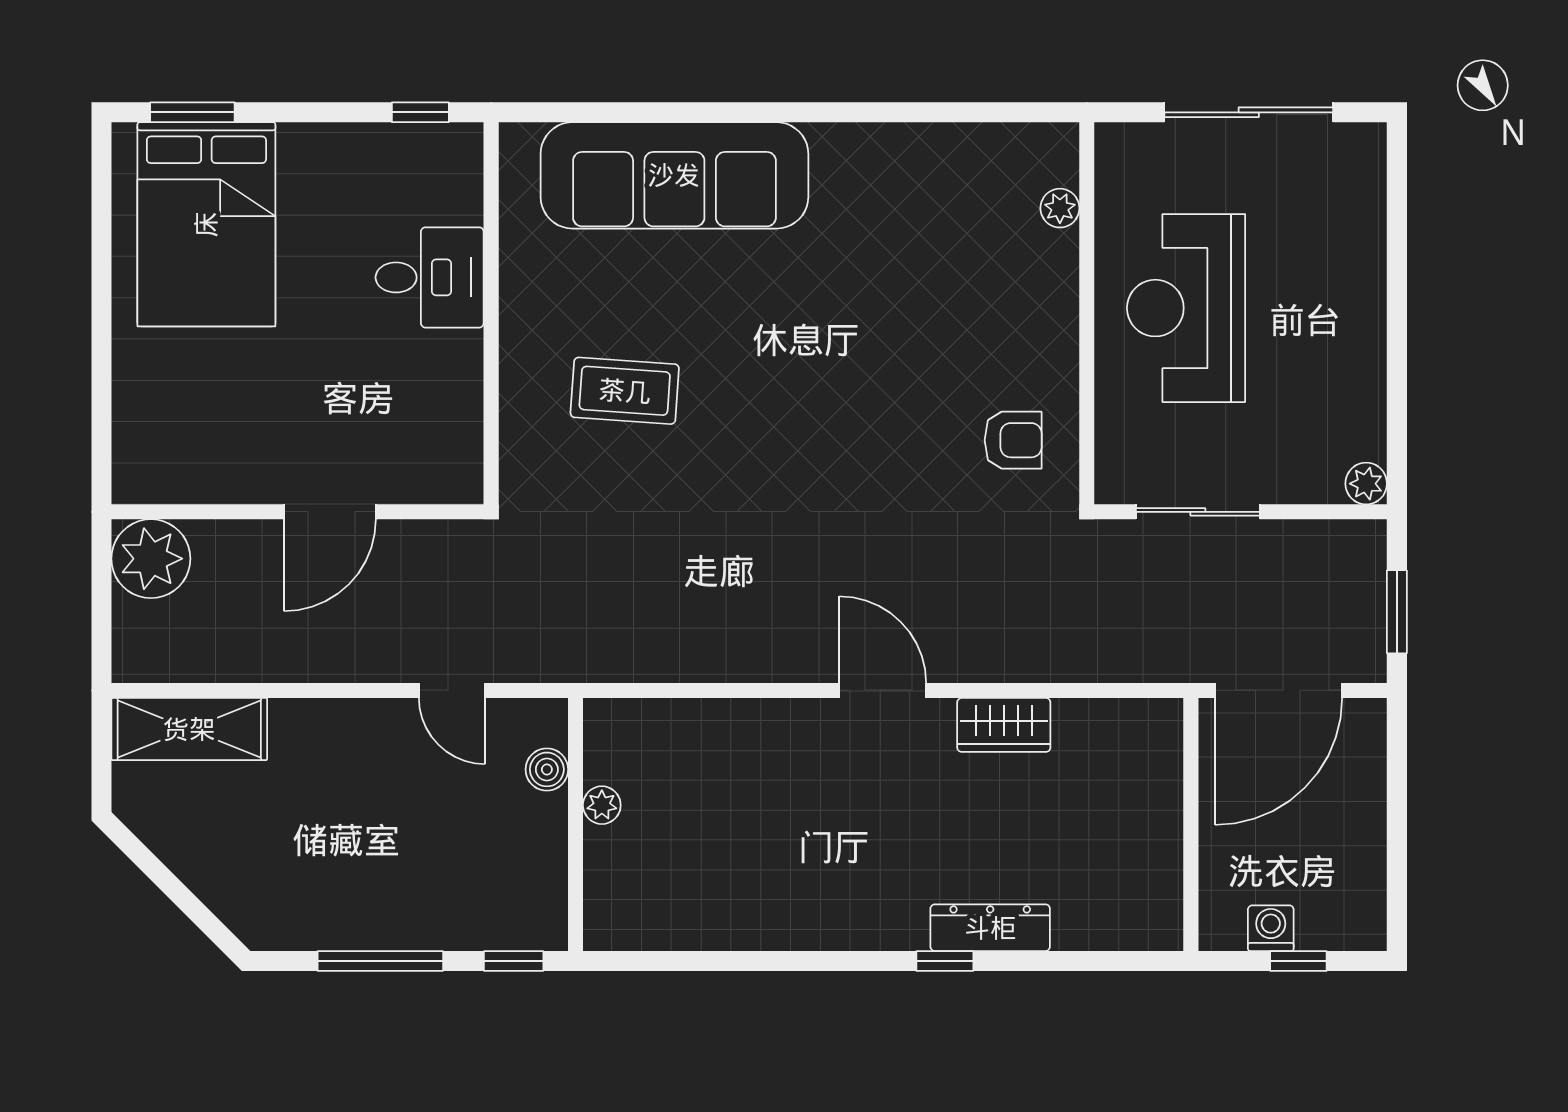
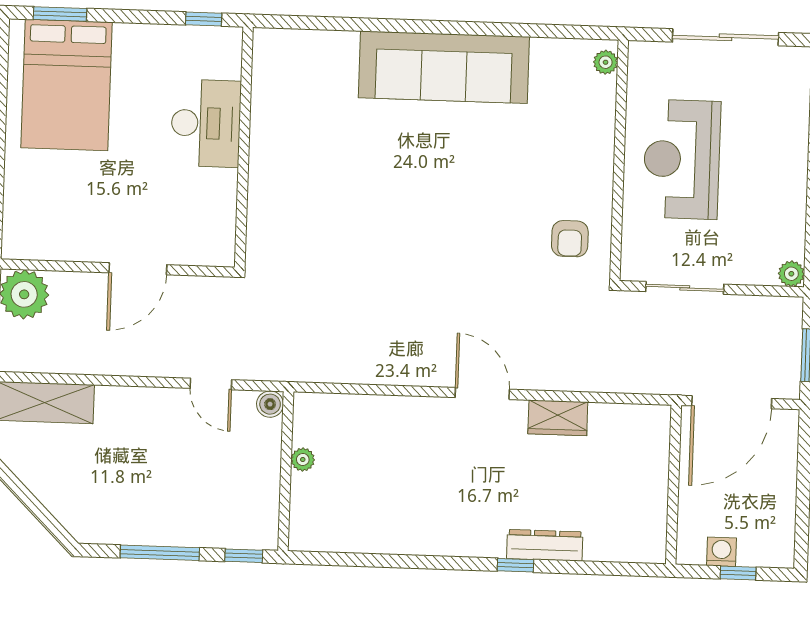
sofa: (674, 175) -> (444, 67), moved
plant: (1060, 208) -> (606, 62), moved
desk: (430, 277) -> (206, 123), width x1.37
coffee table: (625, 391) -> (326, 199), removed
armchair: (1013, 440) -> (570, 239), turned 90
boiler: (547, 769) -> (270, 404), moved

